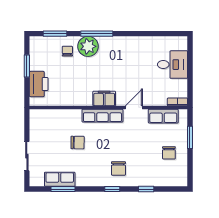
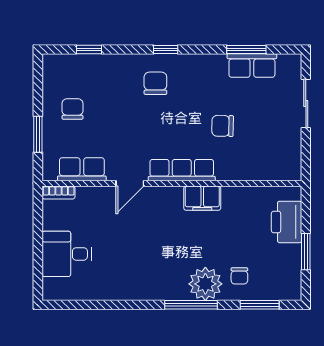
filing cabinet: (104, 98) -> (202, 198), moved
window: (146, 189) -> (89, 49), moved

